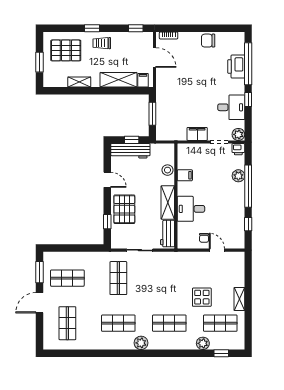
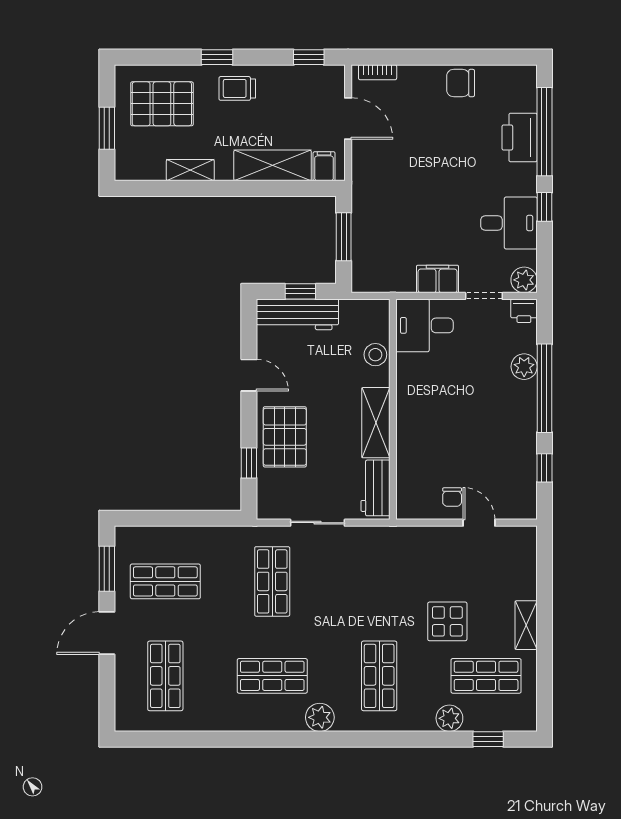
filing cabinet: (185, 175) -> (412, 366), removed
desk: (191, 209) -> (425, 325), moved
shop shelf: (169, 323) -> (379, 676), turned 90

